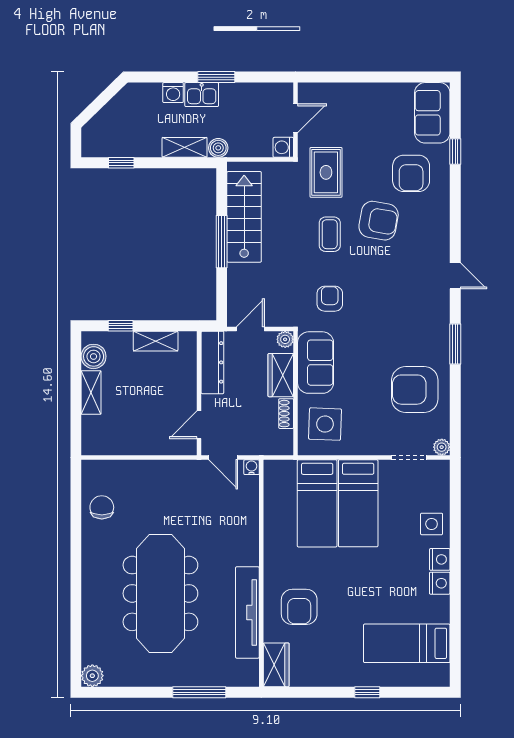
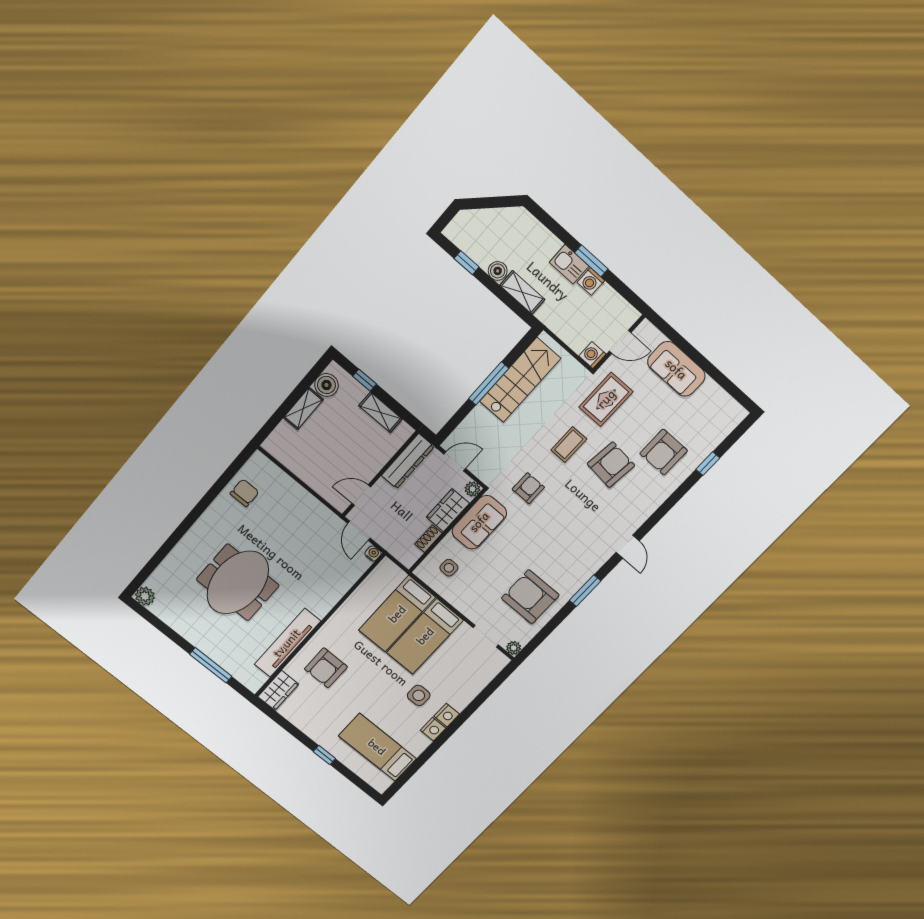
washing machine: (173, 93) -> (591, 281), moved
sofa: (432, 113) -> (676, 369), moved, turned -90
boiler: (218, 148) -> (498, 271), moved
armchair: (379, 221) -> (611, 465), turned -94
side table: (325, 424) -> (449, 568), width x0.54, depth x0.54
side table: (432, 524) -> (419, 695), moved
meeting table: (160, 593) -> (238, 582), width x0.73

